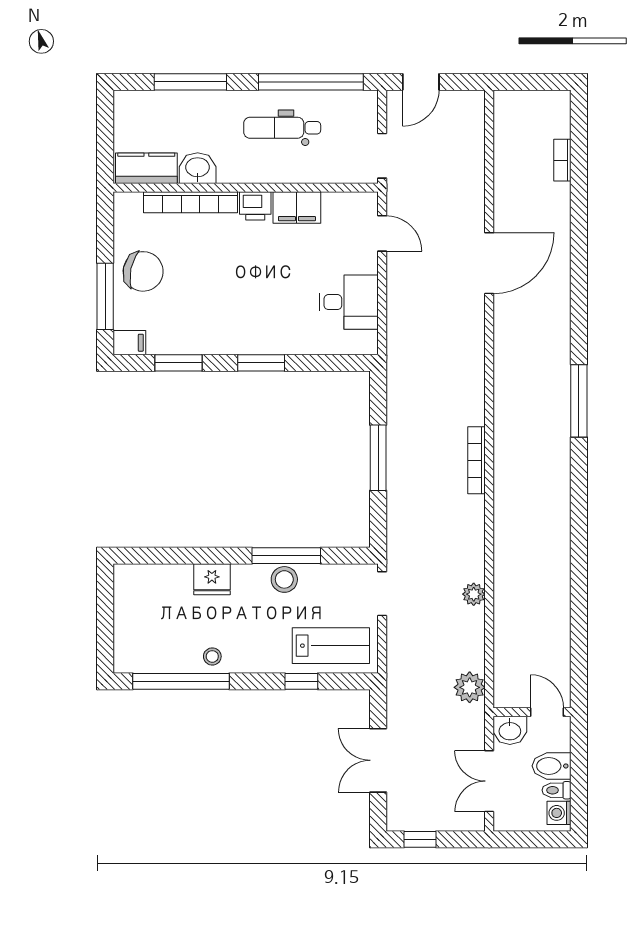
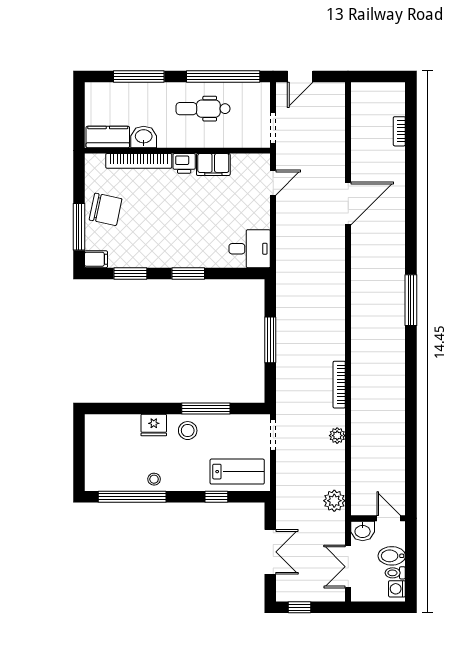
door: (382, 233) -> (273, 183), hinge flipped
desk: (349, 302) -> (250, 249), moved
bookcase: (477, 460) -> (339, 385), moved
stool: (284, 579) -> (188, 431), moved
double door: (378, 760) -> (270, 552), swing flipped

